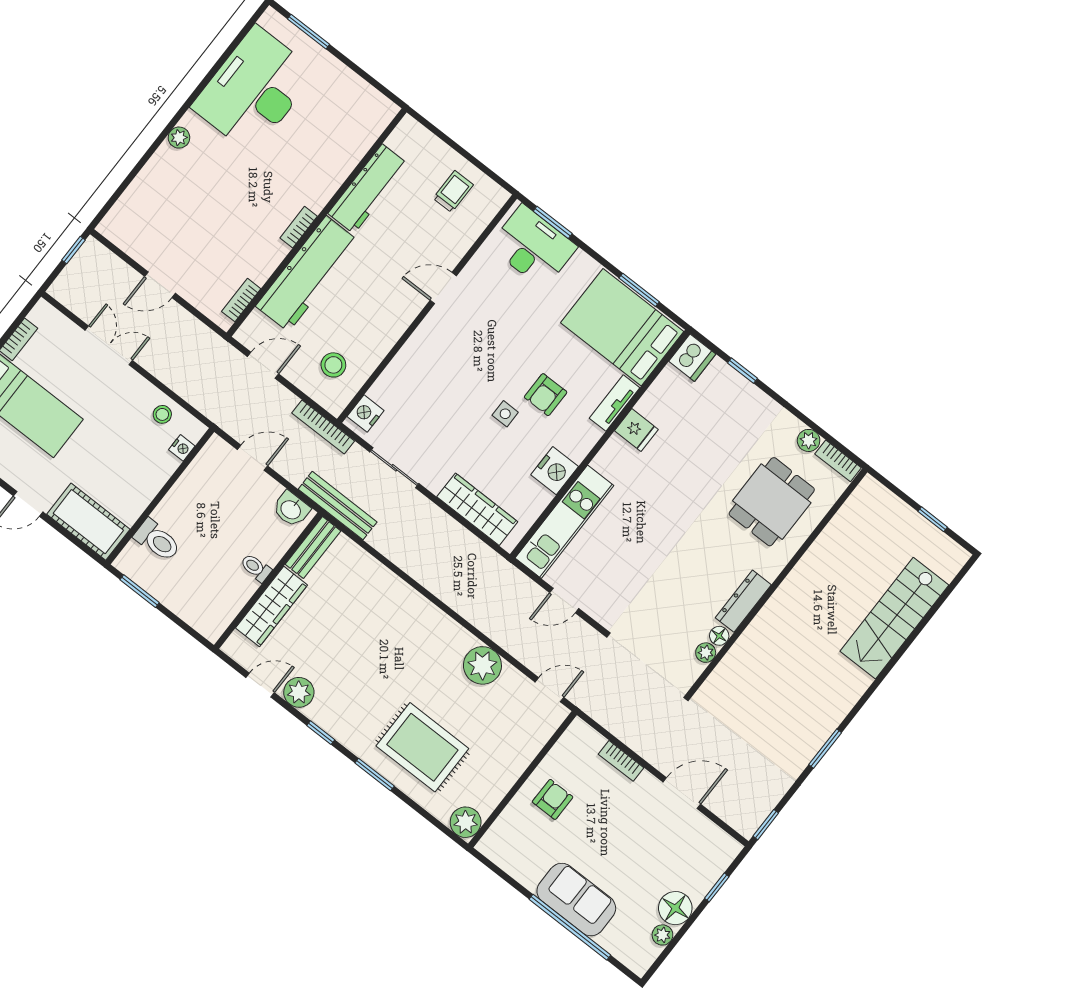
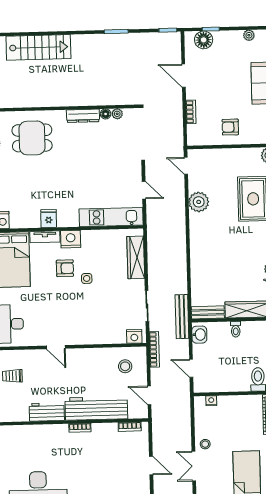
workbench: (368, 189) -> (47, 412), width x0.73
stool: (162, 414) -> (205, 444), moved
nightstand: (555, 471) -> (71, 239), moved
floor lamp: (675, 908) -> (204, 40), moved

